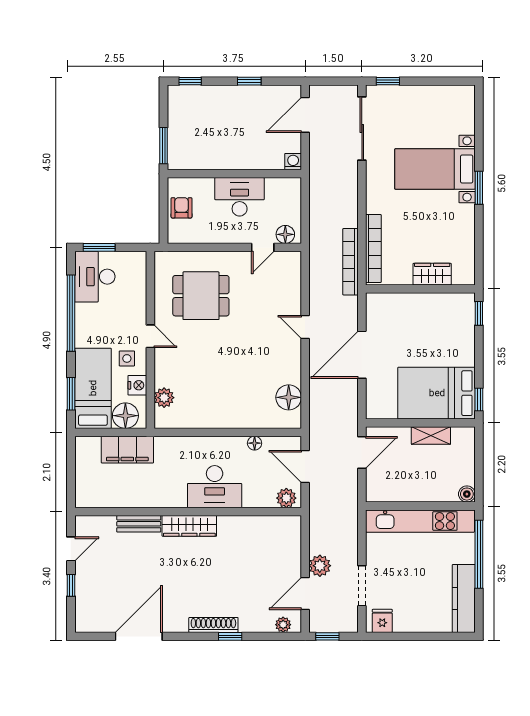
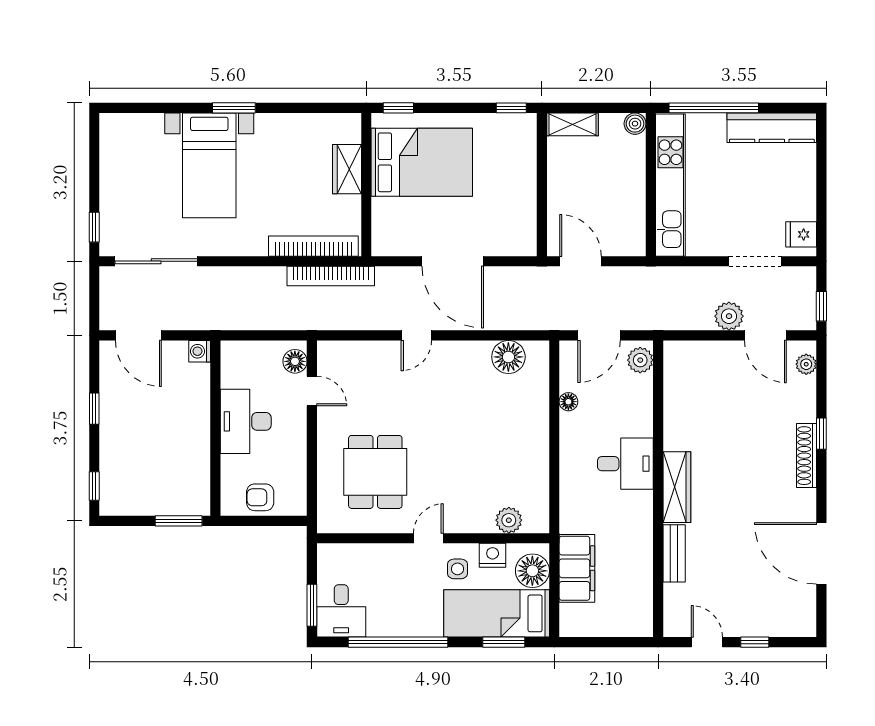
desk: (95, 277) -> (341, 611), width x0.73
bed: (437, 393) -> (422, 162), moved, turned -90
shelving: (431, 436) -> (572, 124), moved, turned 90
desk: (215, 487) -> (625, 464), width x0.73

